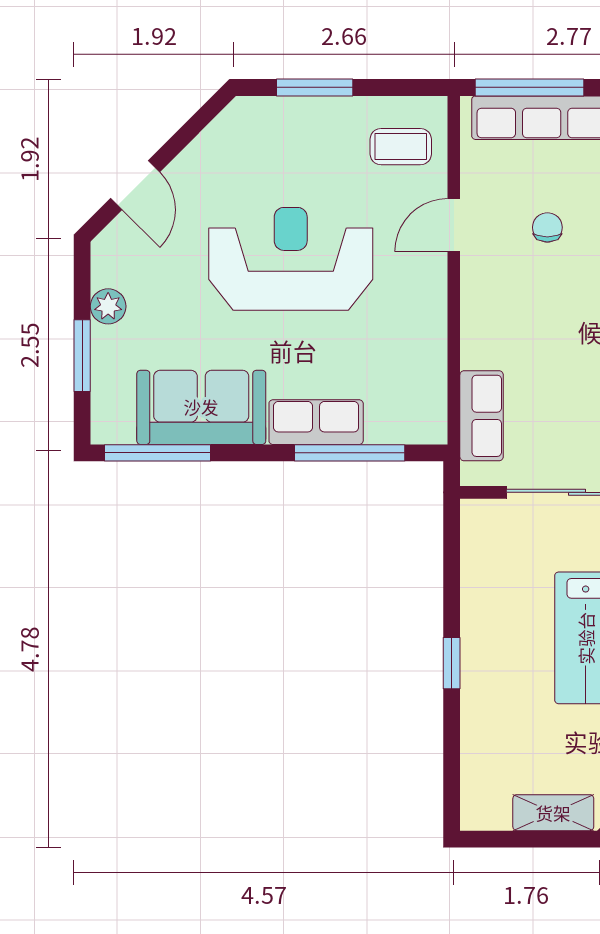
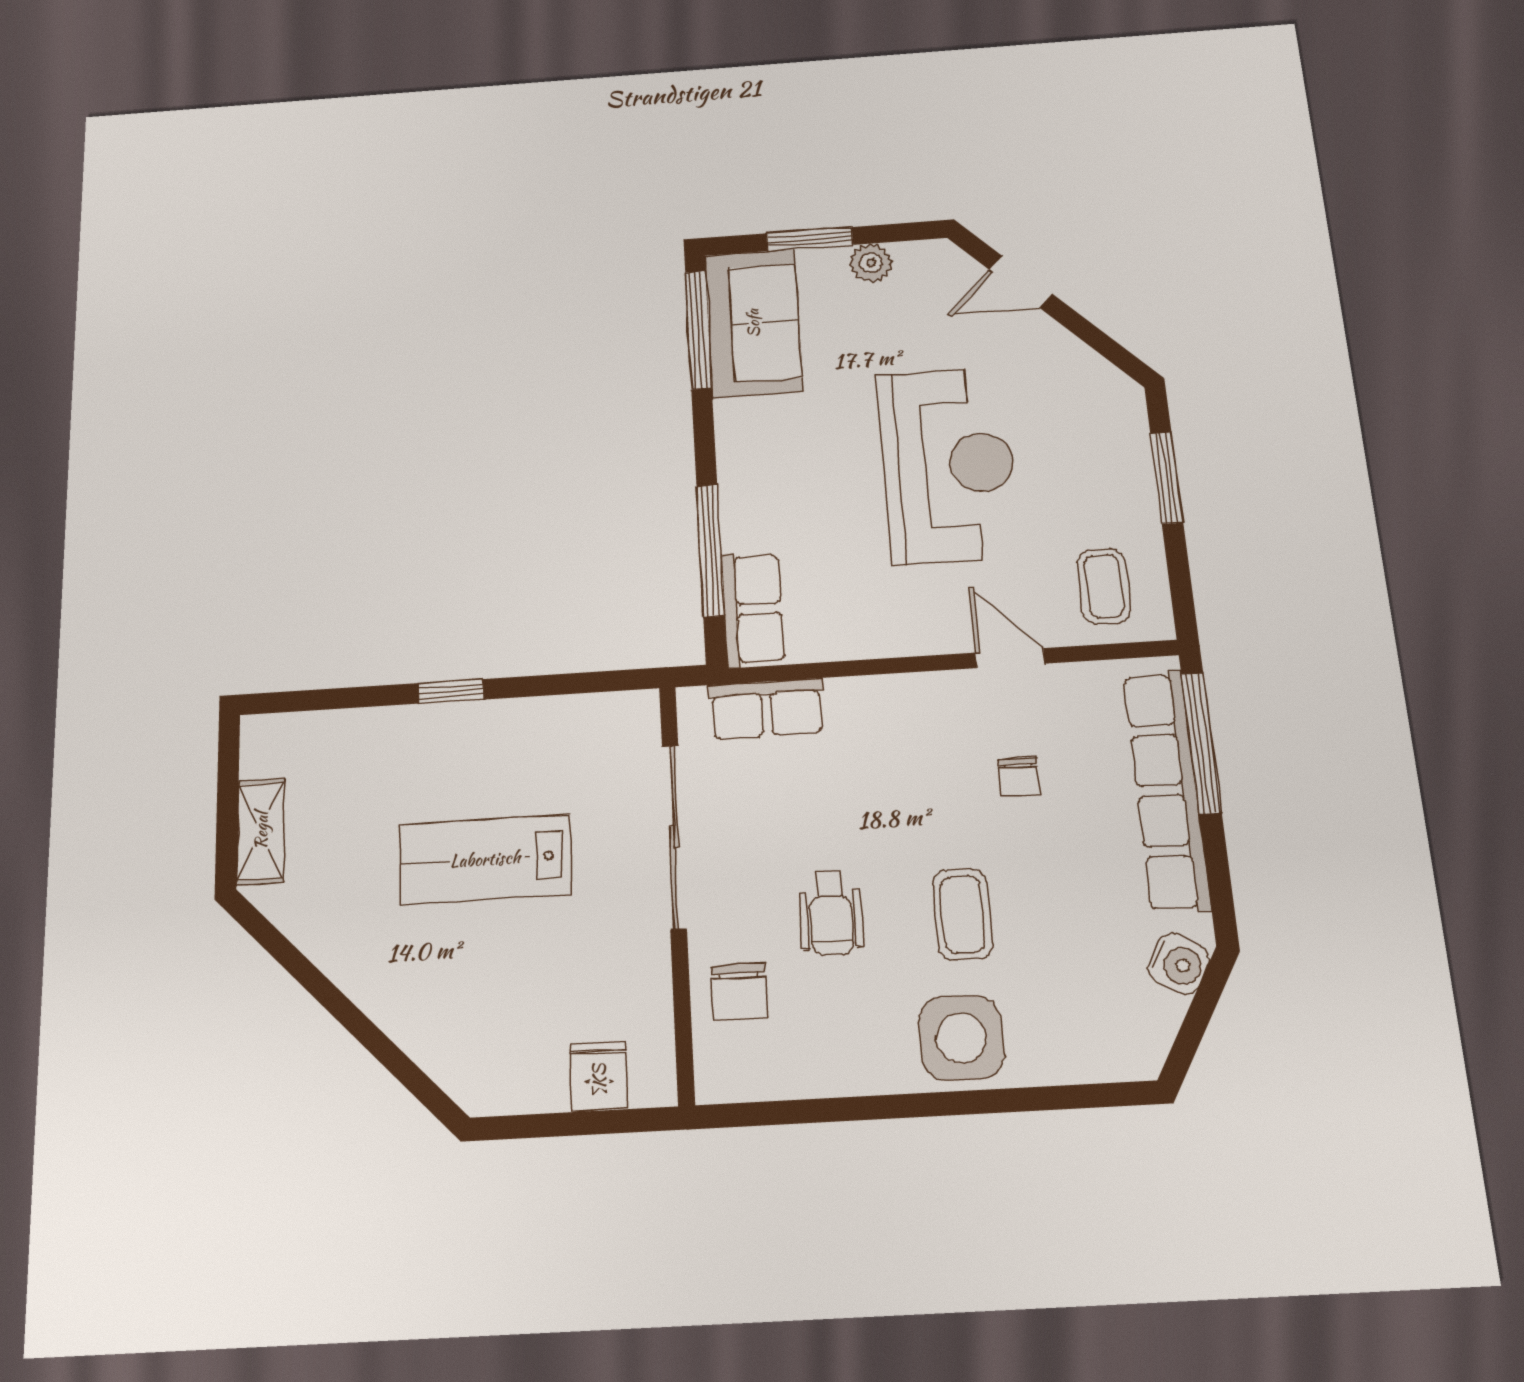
chair: (547, 227) -> (1019, 777), turned 90
sofa: (201, 407) -> (753, 323), moved
row of seats: (316, 422) -> (753, 609), moved

